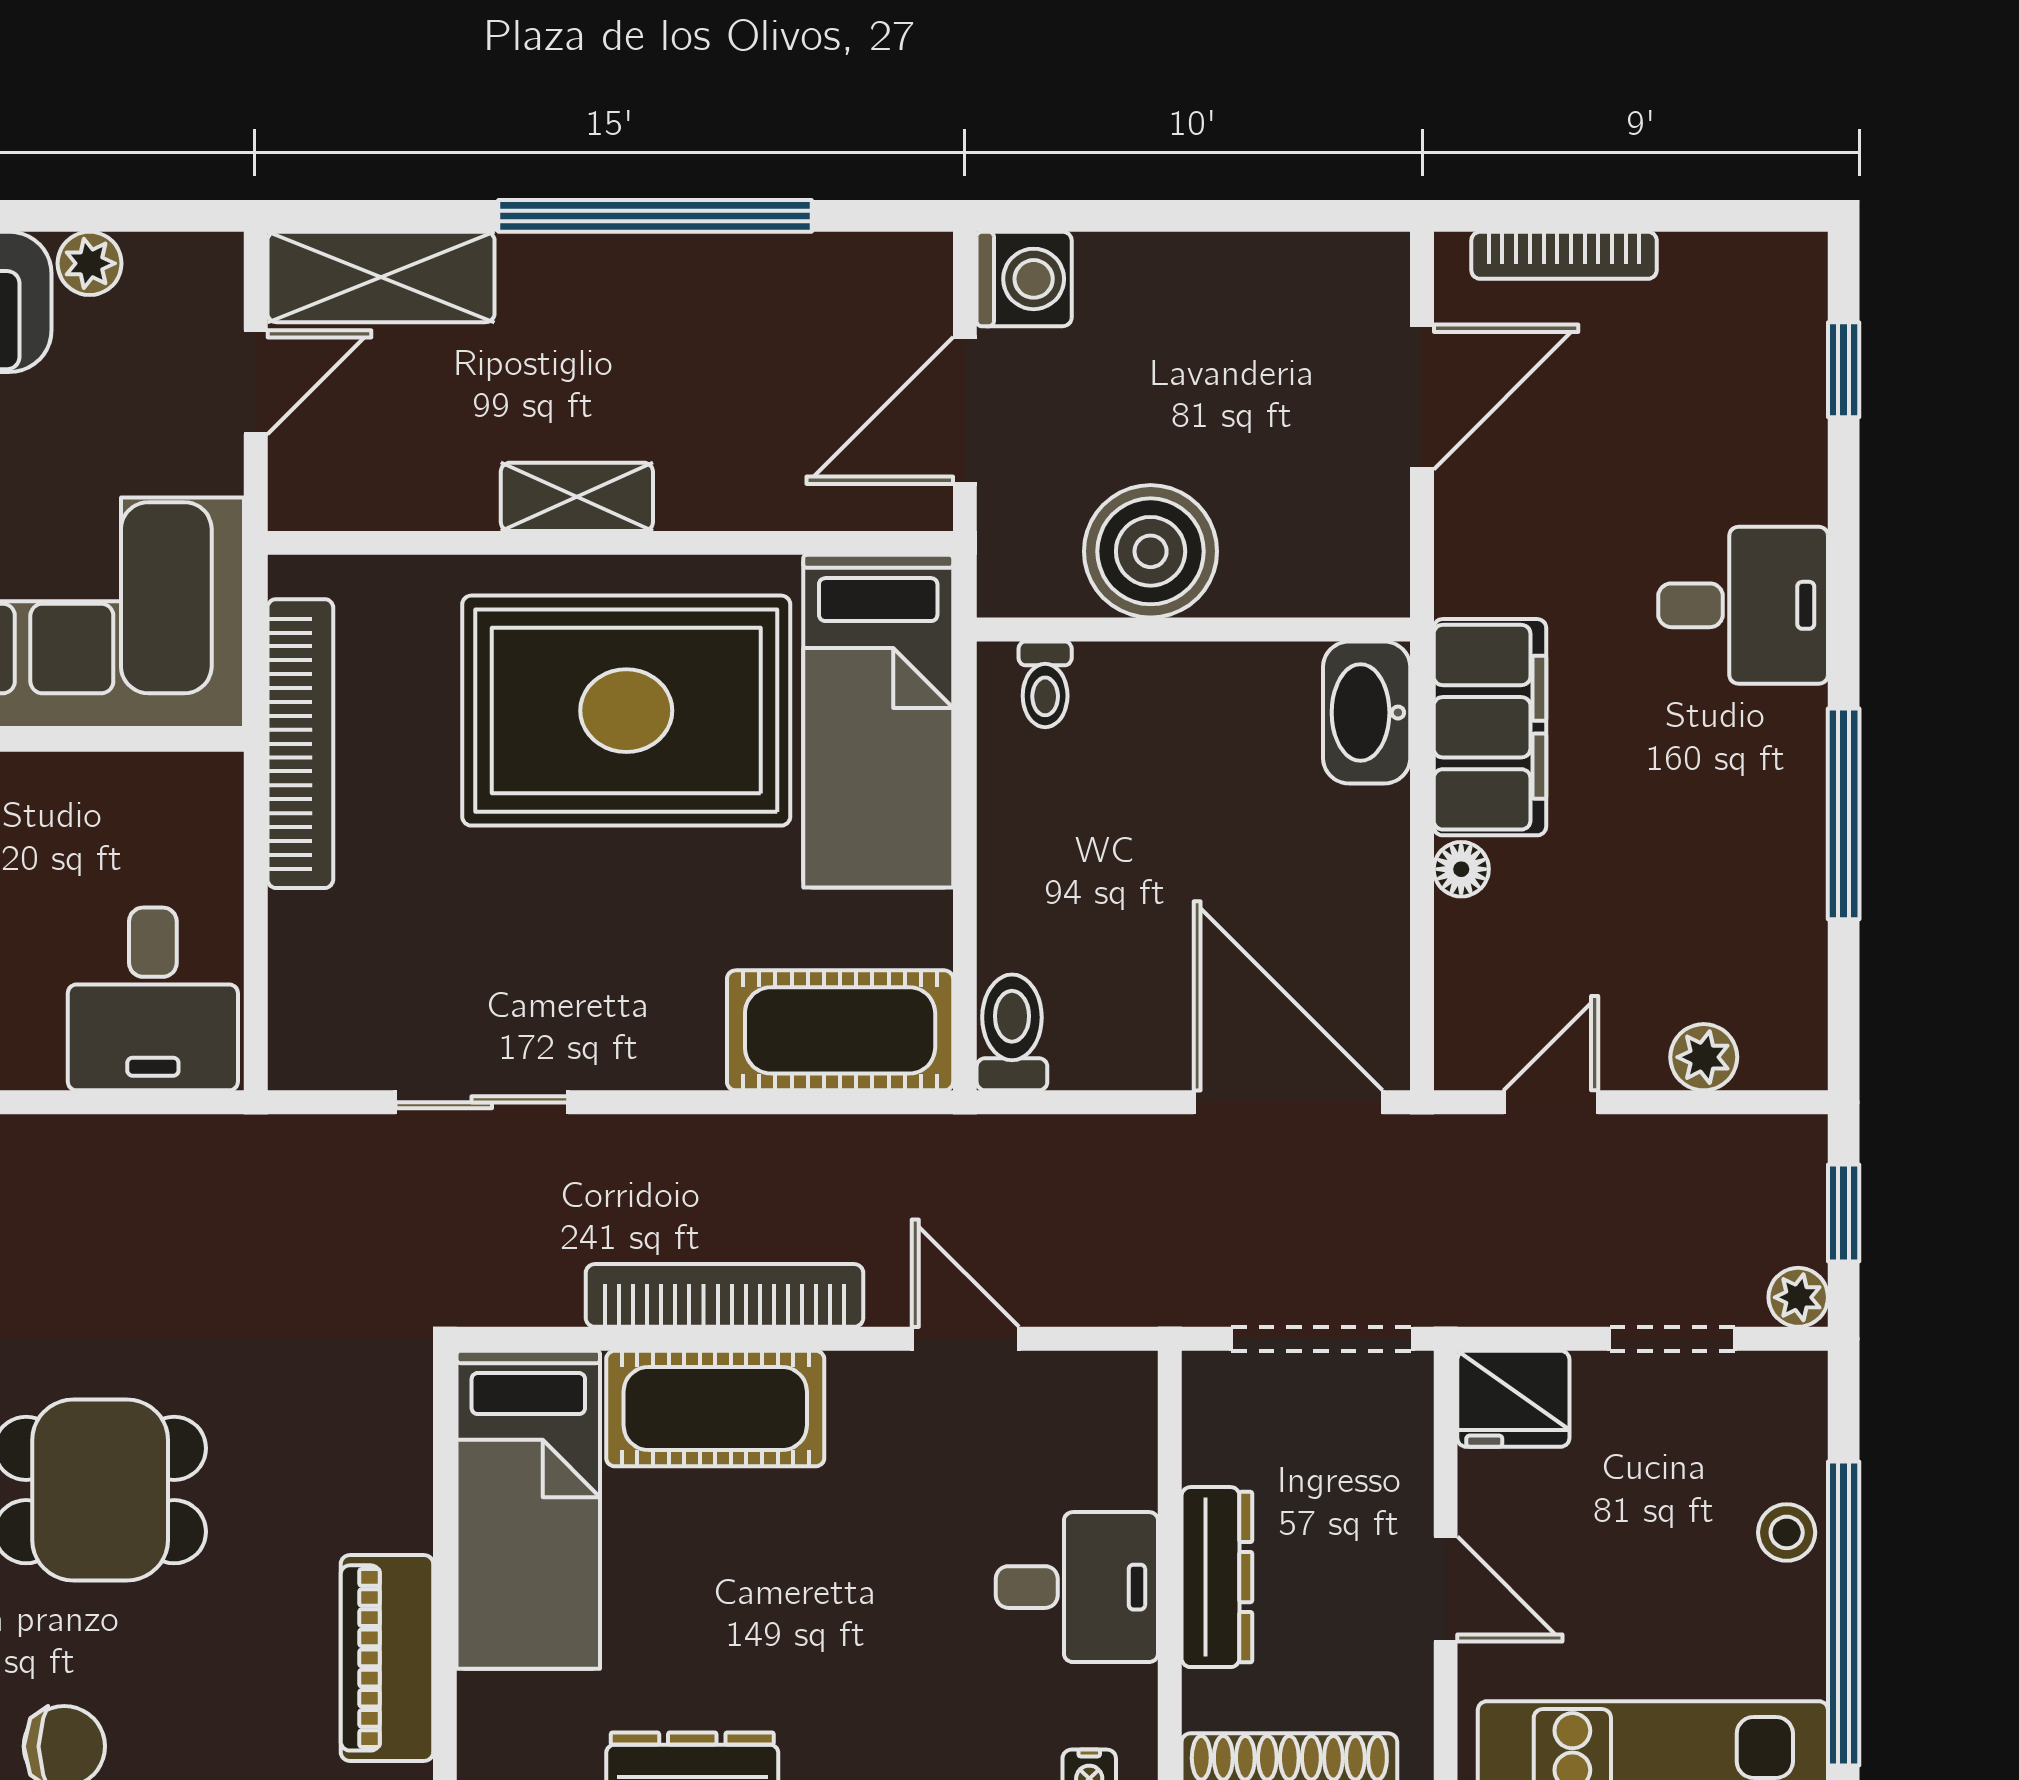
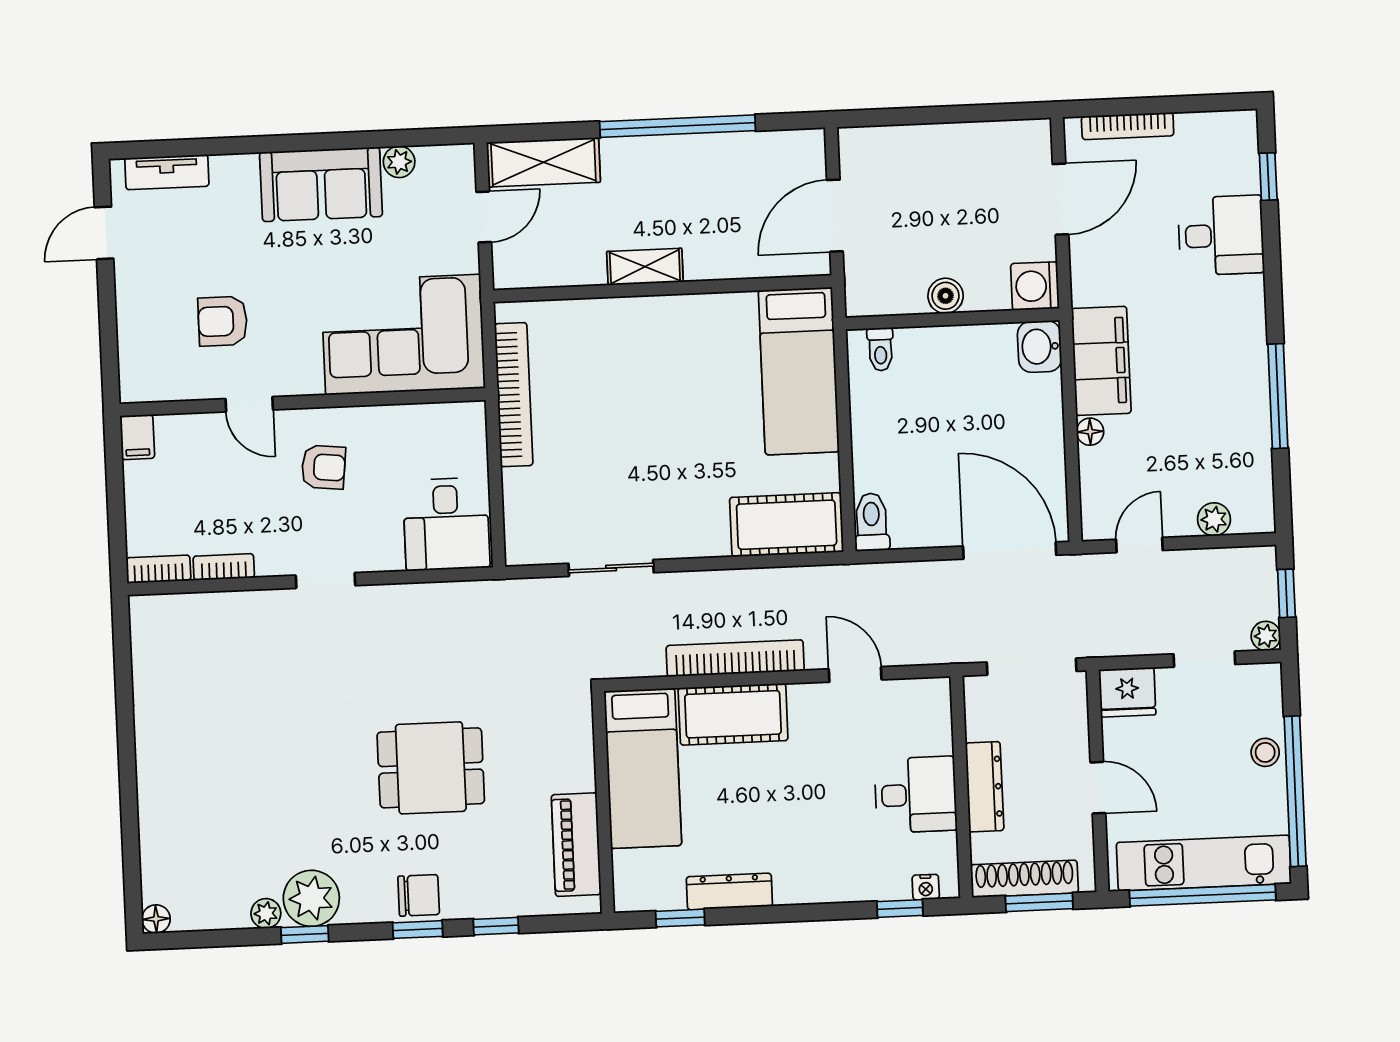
washing machine: (1024, 279) -> (1035, 286), moved, turned 180
boiler: (1151, 551) -> (946, 296), width x0.54, depth x0.54
desk: (1743, 605) -> (1221, 235), moved
rug: (626, 711) -> (674, 371), removed
washbasin: (1367, 713) -> (1040, 346), width x0.72

